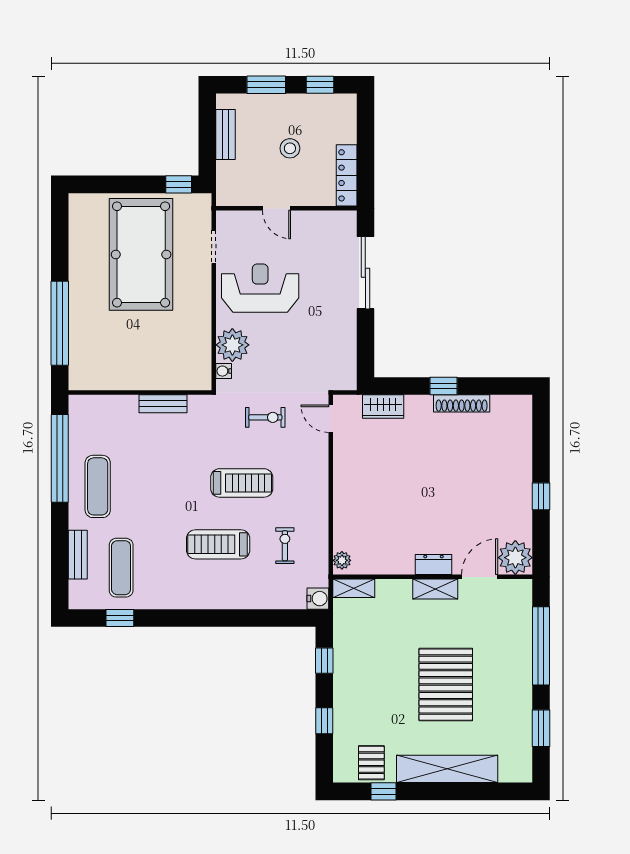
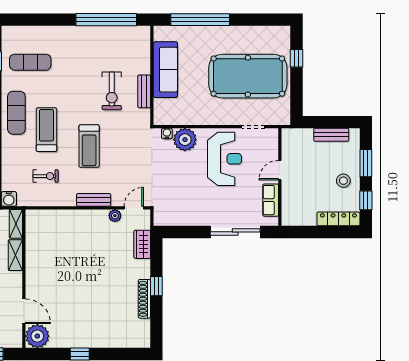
stool: (290, 148) -> (343, 181), moved
locker: (347, 175) -> (338, 219), moved
window: (179, 184) -> (297, 58), moved
row of seats: (320, 222) -> (271, 200), added
sofa: (132, 373) -> (165, 70), added
exercise bike: (265, 417) -> (112, 91), moved, width x1.38, depth x1.39
exercise mat: (98, 486) -> (16, 113), moved, turned 90
bench: (78, 555) -> (94, 200), moved
plant: (342, 560) -> (115, 216), moved
dresser: (433, 564) -> (32, 279), removed
shelving: (435, 589) -> (15, 255), moved

